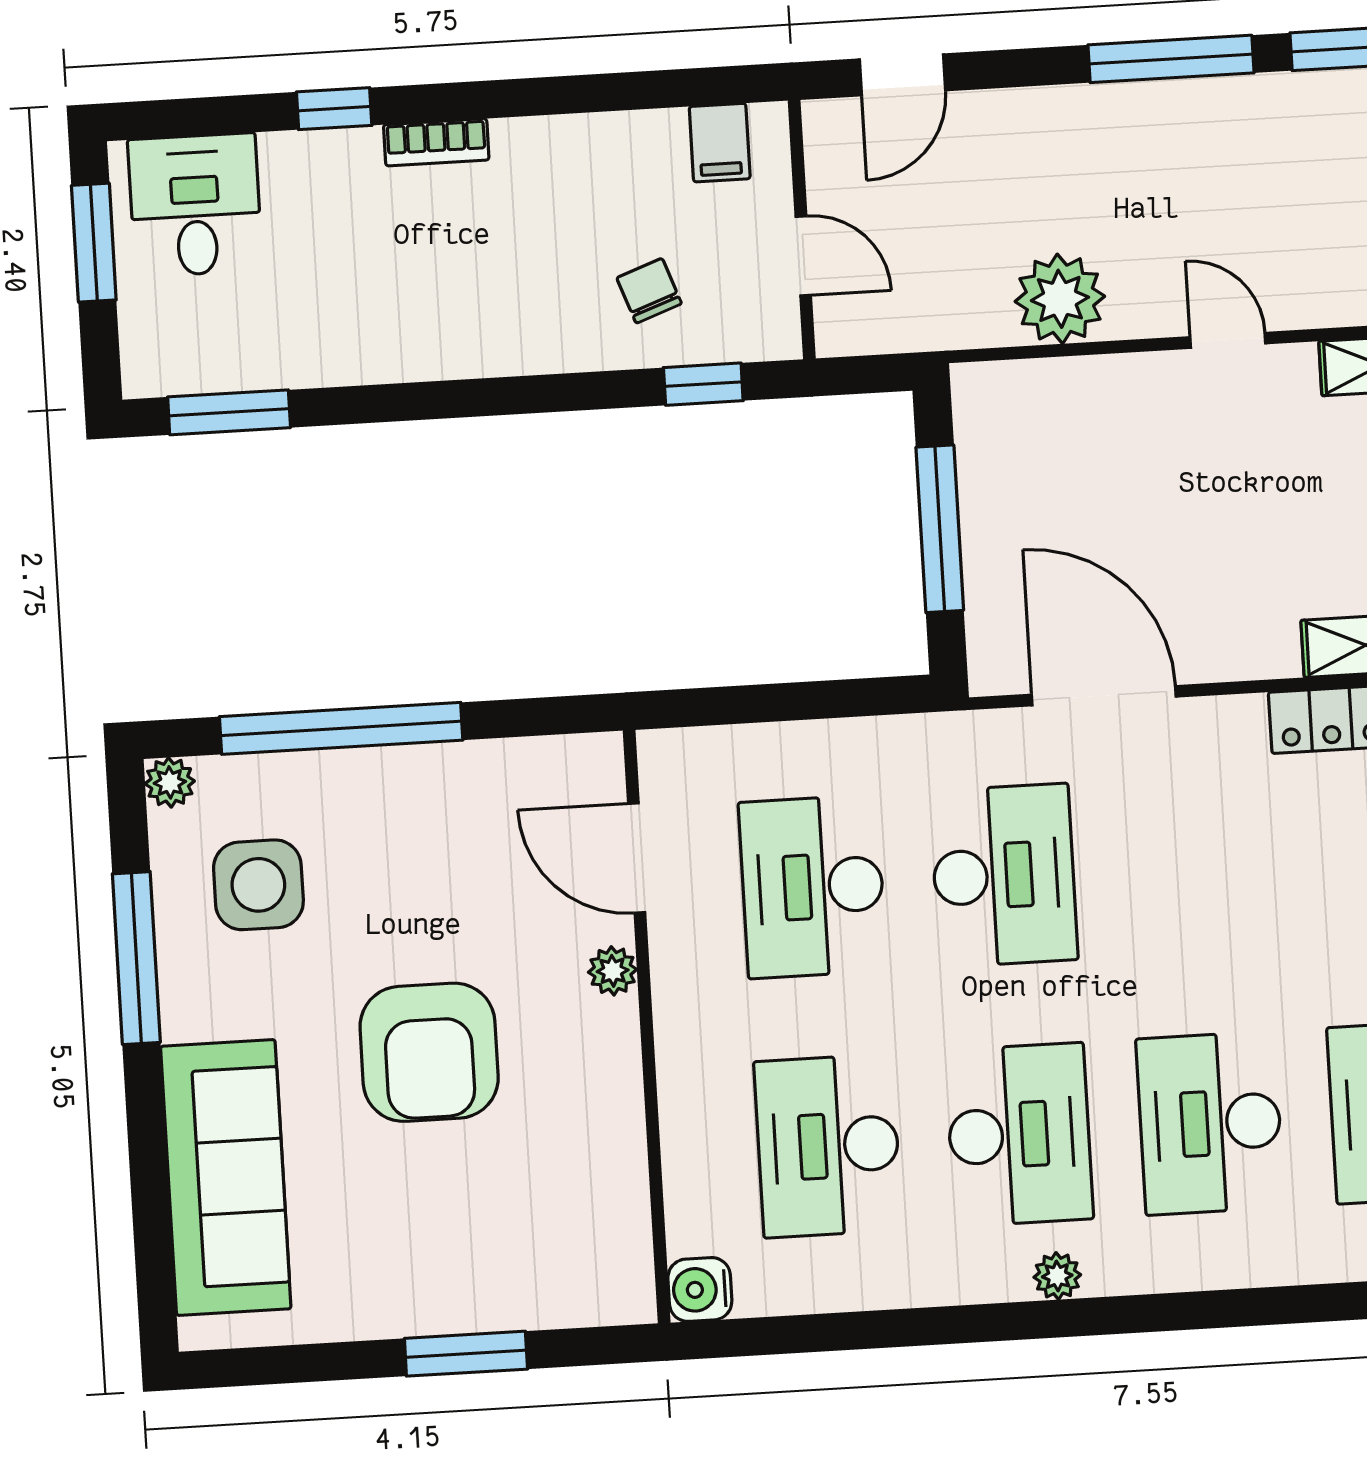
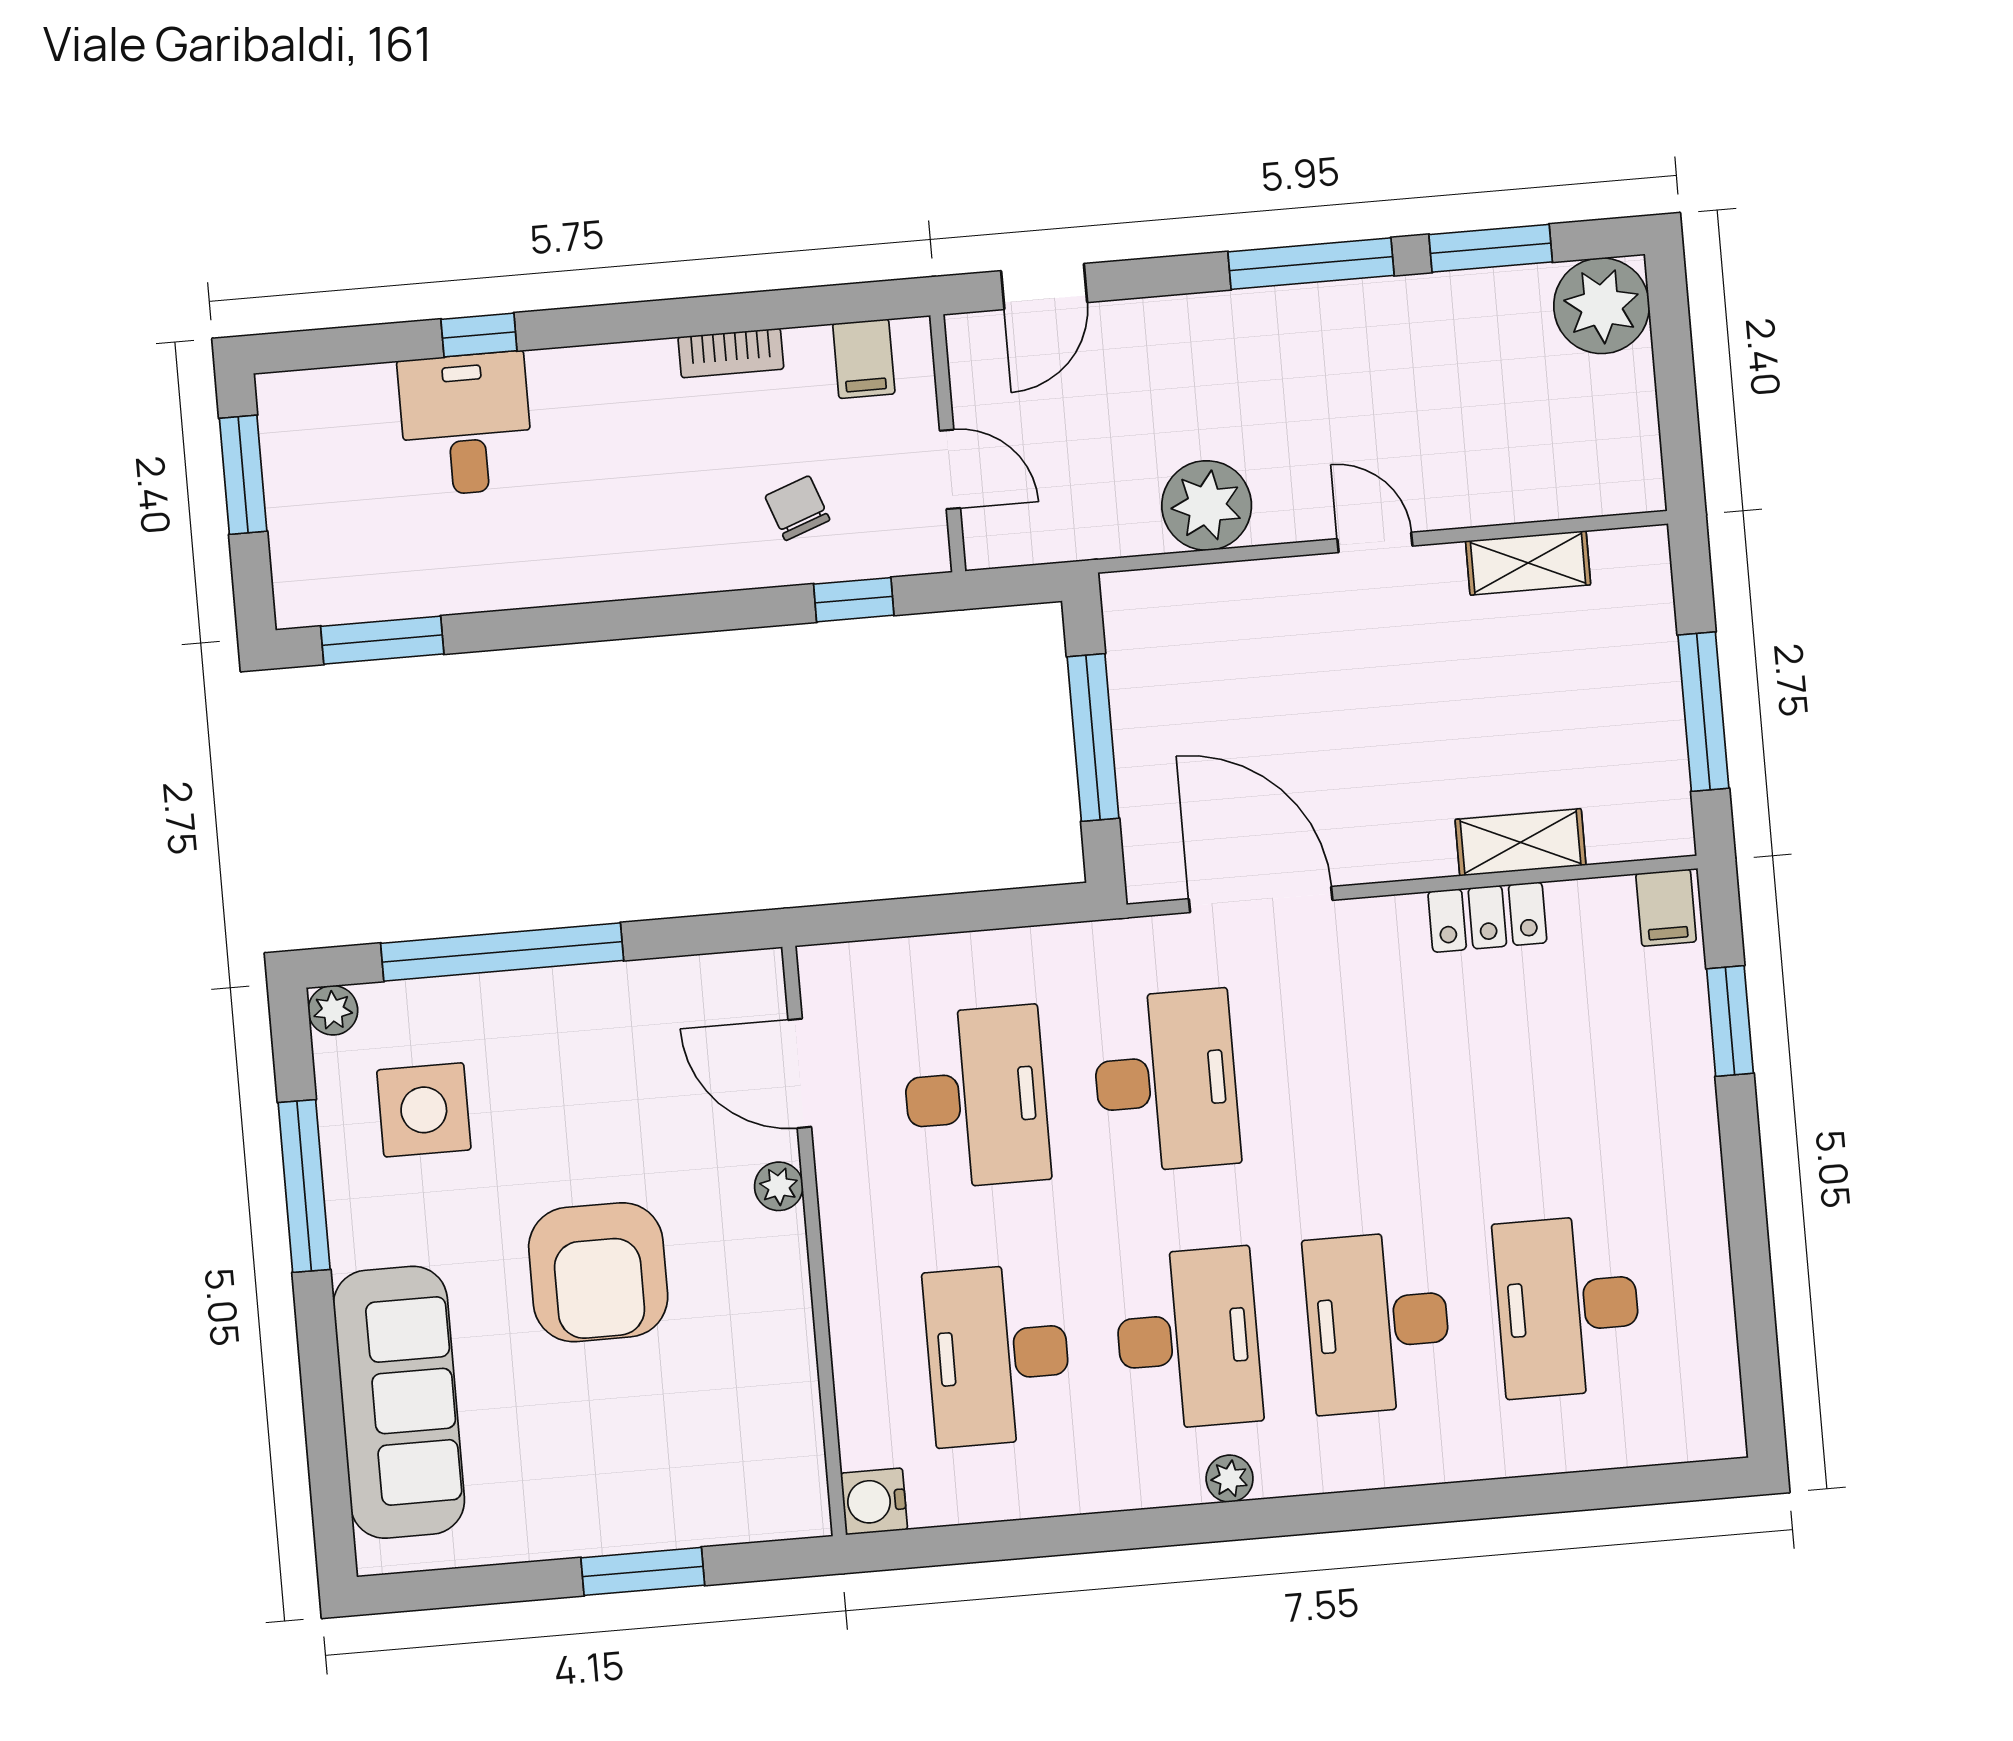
bookcase: (436, 142) -> (731, 353), moved
desk: (195, 205) -> (466, 424), moved
desk: (813, 887) -> (976, 1097), turned 180

